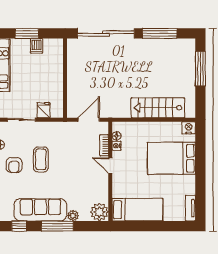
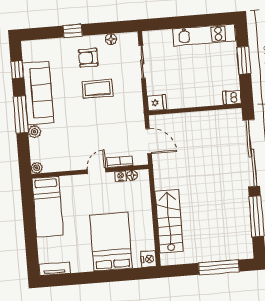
dishwasher: (37, 46) -> (232, 97), moved
fridge: (44, 110) -> (157, 103), moved
plant: (99, 212) -> (37, 168), width x0.53, depth x0.53

